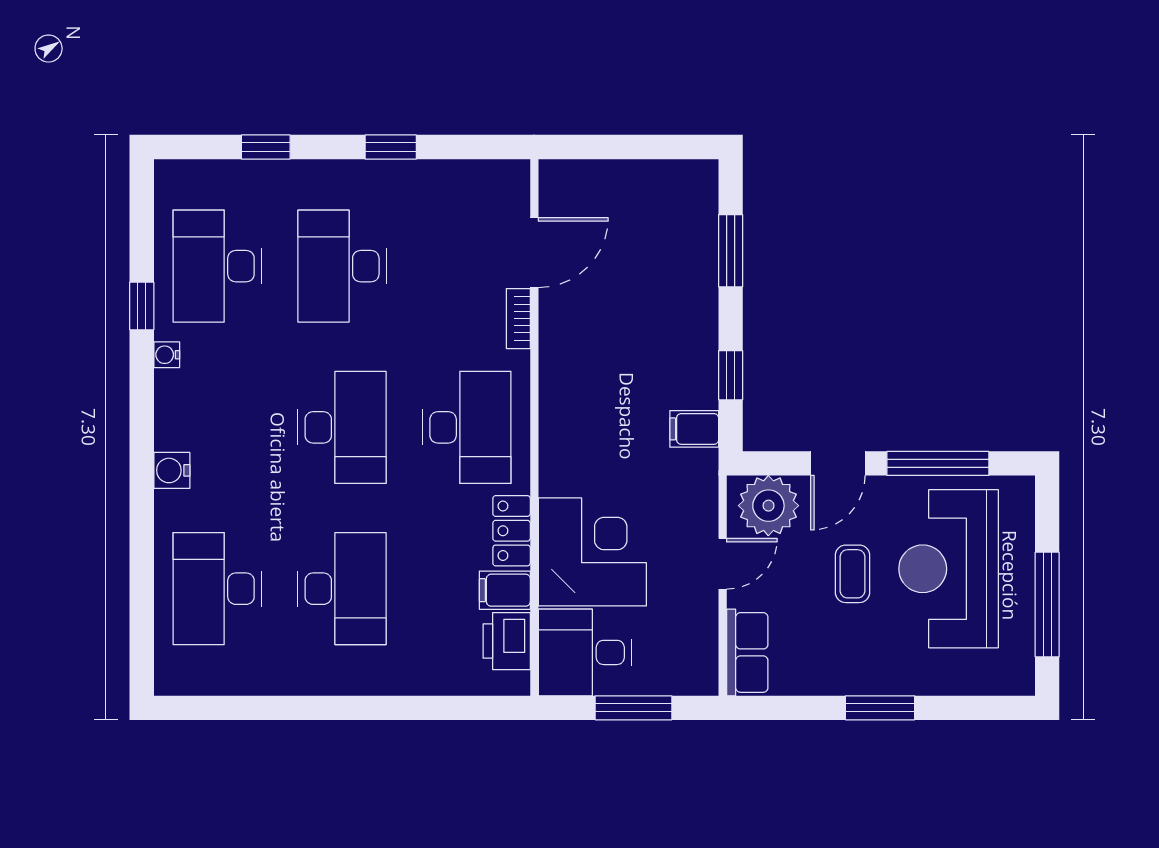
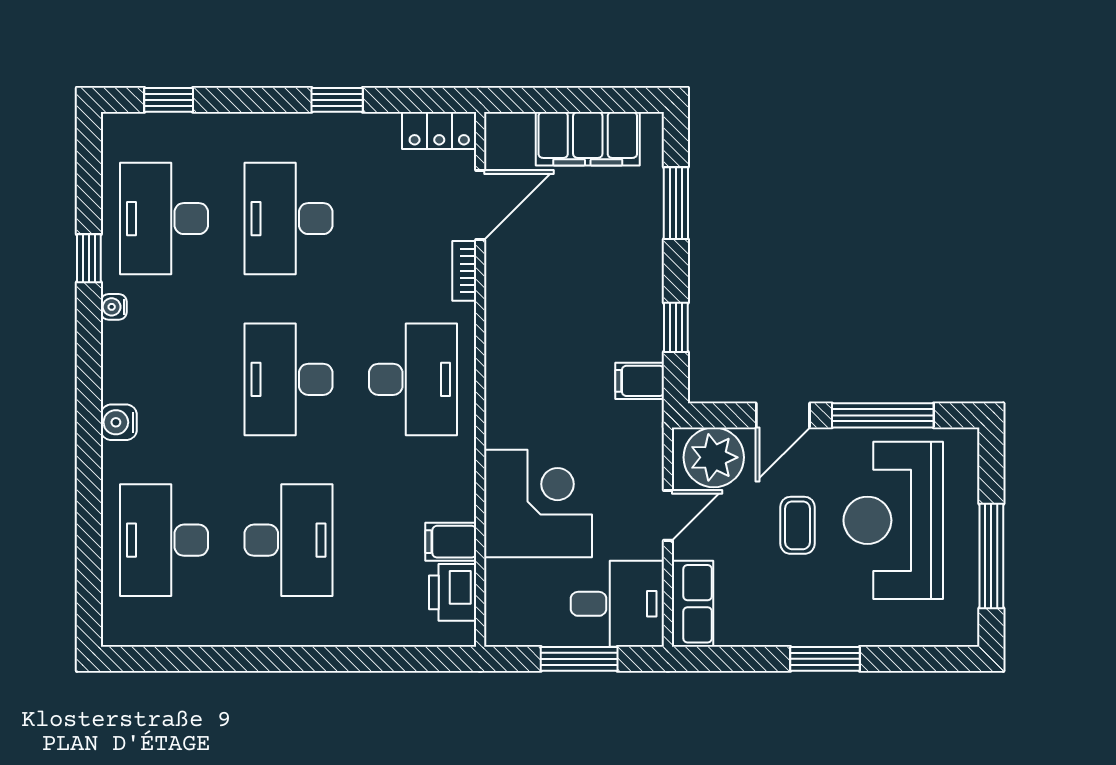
window: (266, 147) -> (169, 100), moved
filing cabinet: (642, 186) -> (588, 139), added
desk: (342, 427) -> (289, 379), turned 180
locker: (512, 531) -> (439, 130), moved, turned -90
desk: (585, 652) -> (617, 604), moved, turned 180

